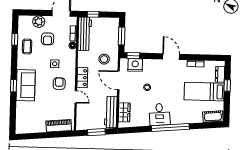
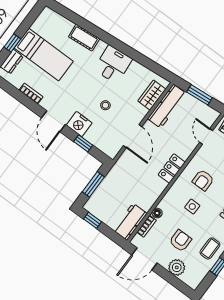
window: (93, 14) -> (92, 220), moved
workbench: (85, 34) -> (130, 222), width x0.73
window: (133, 56) -> (83, 143), moved
stool: (104, 59) -> (132, 172), removed
nightstand: (135, 65) -> (79, 124), moved
door: (76, 97) -> (206, 136), moved
cot: (213, 117) -> (84, 38), moved
window: (170, 128) -> (111, 41), removed

